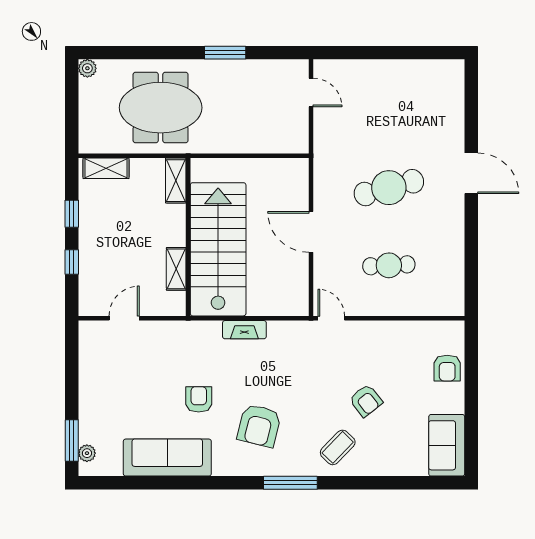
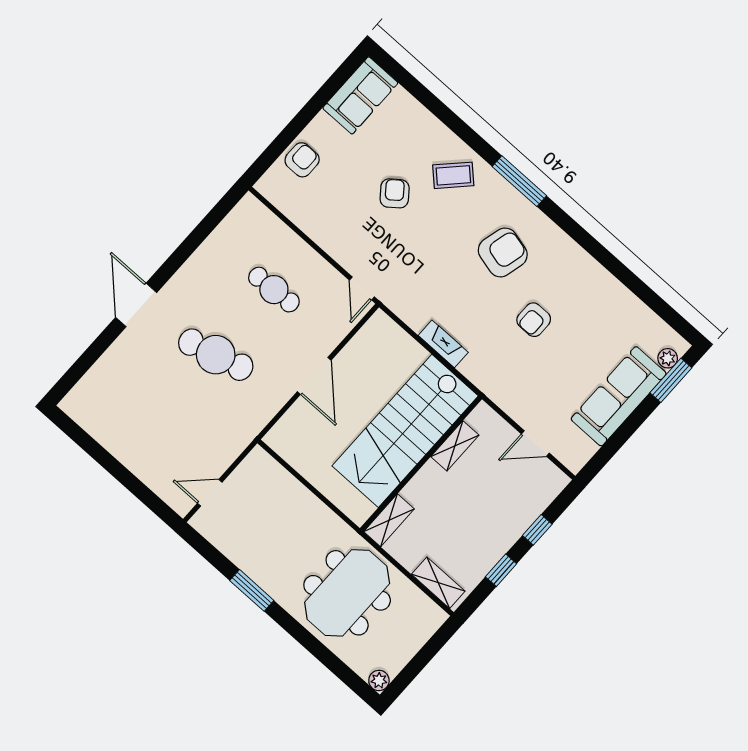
door: (311, 92) -> (210, 493), hinge flipped
meeting table: (161, 108) -> (347, 593), turned 90
sofa: (167, 458) -> (619, 396), moved, turned 90

